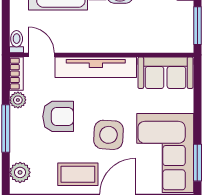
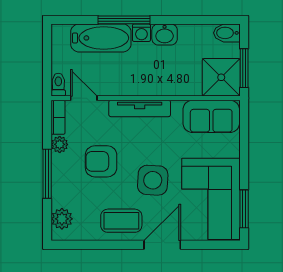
shower: (175, 35) -> (221, 77), added
tv unit: (96, 67) -> (140, 108), width x0.73, depth x0.78
armchair: (58, 116) -> (101, 161), turned 180

